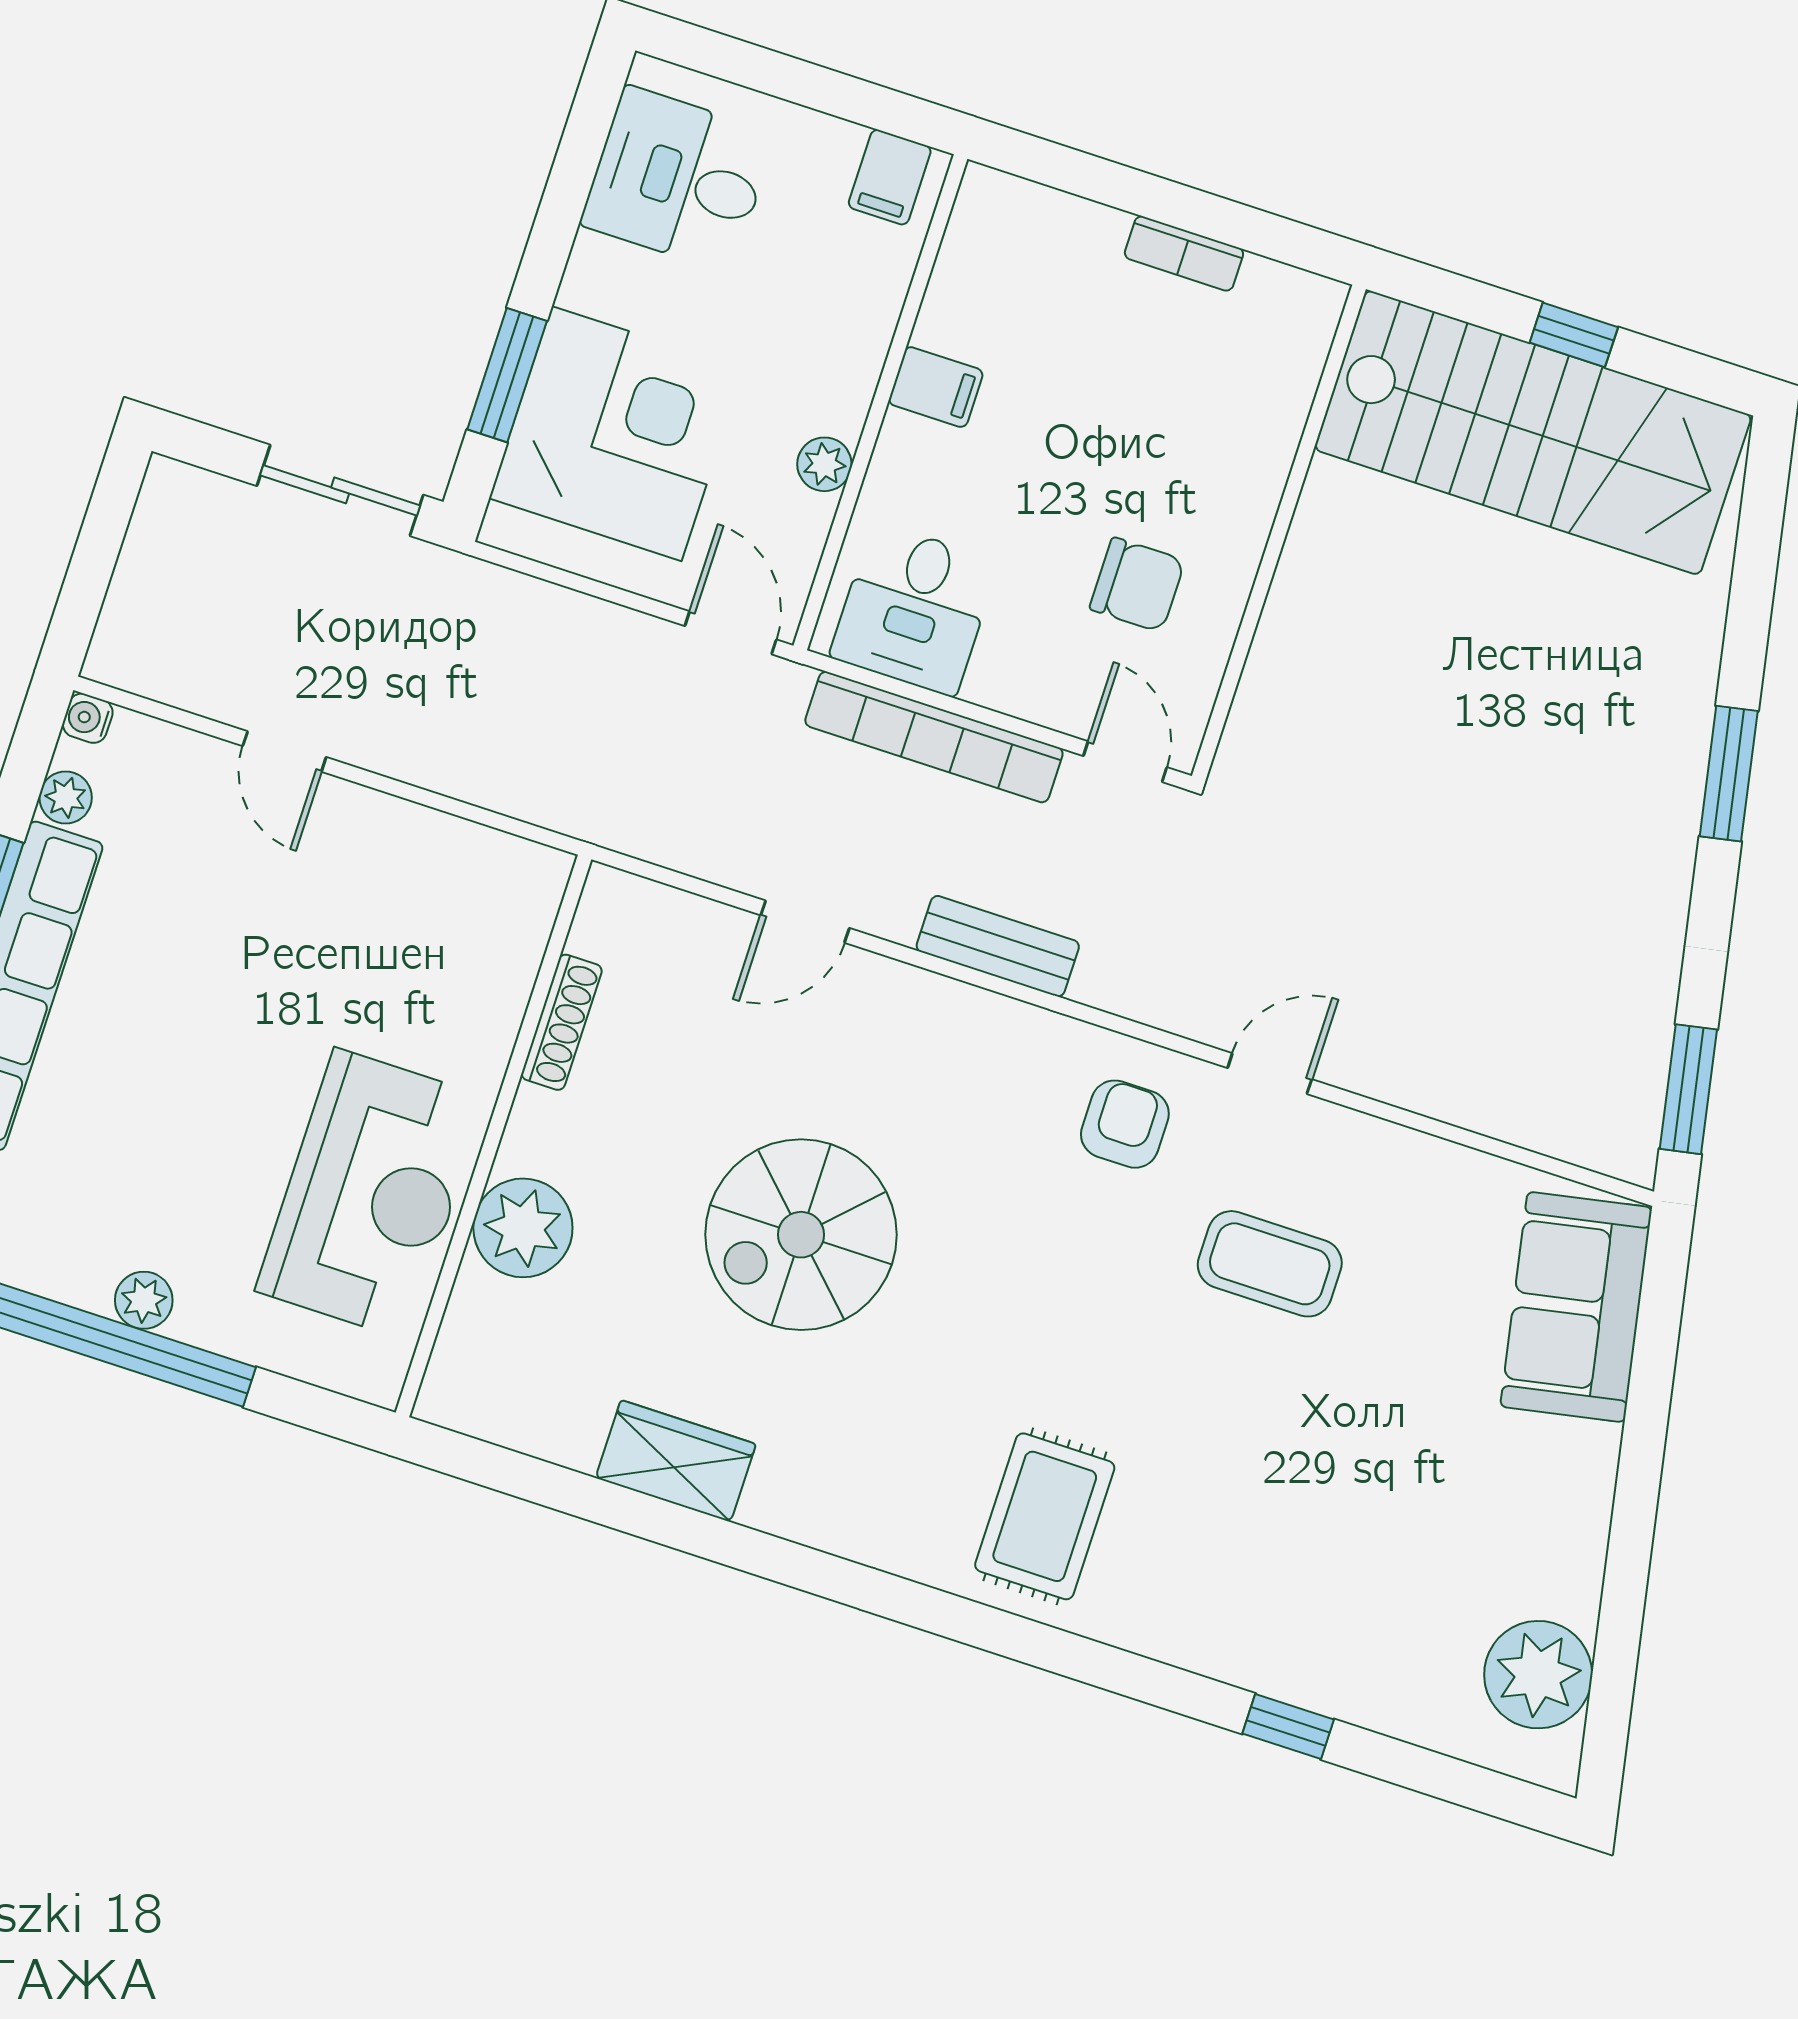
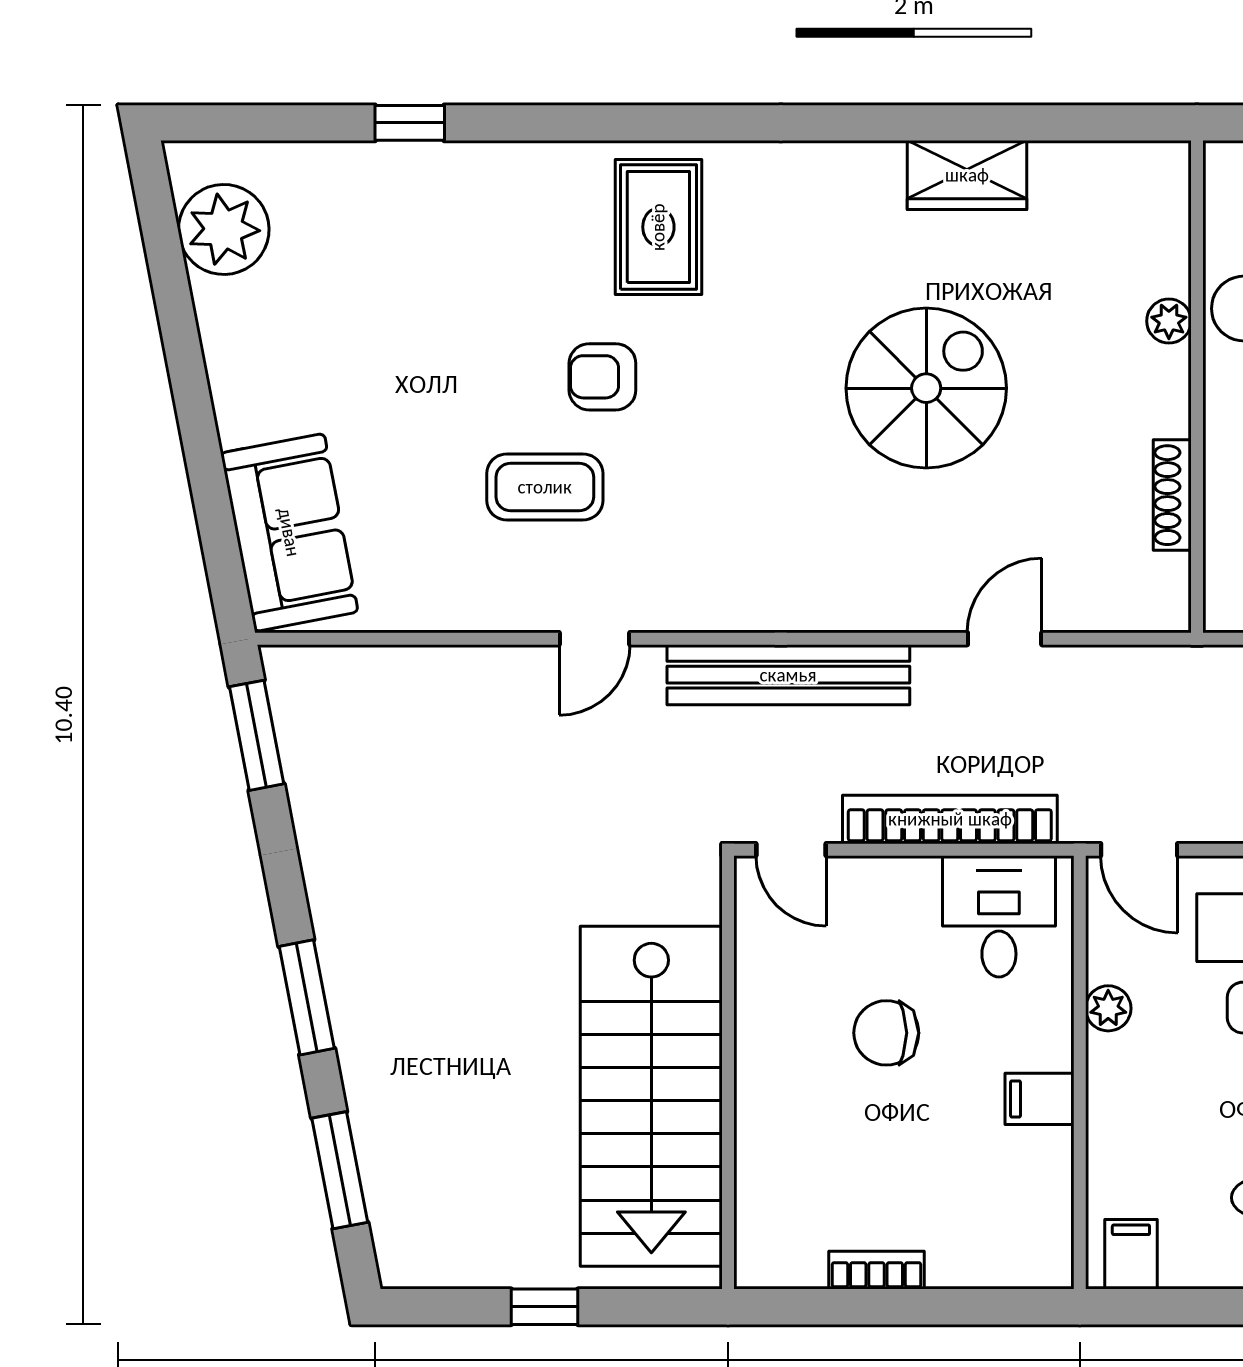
stairs: (1533, 433) -> (651, 1096), moved, turned -90
window: (1755, 565) -> (340, 1170), added
chair: (1137, 585) -> (886, 1033), moved
bench: (998, 946) -> (788, 675), width x1.86, depth x1.21
armchair: (1125, 1124) -> (602, 377), moved, turned 90
plant: (523, 1228) -> (1169, 321), width x0.53, depth x0.53

